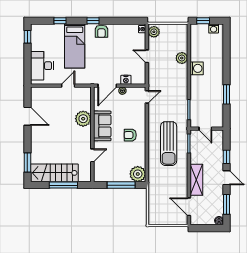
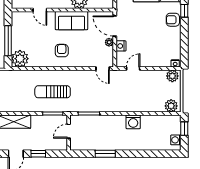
door: (147, 56) -> (133, 69), moved
plant: (182, 58) -> (171, 106), moved
sun lounger: (169, 144) -> (53, 92), width x0.73, depth x0.75

